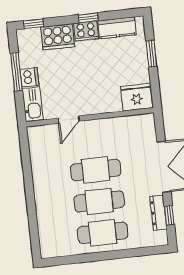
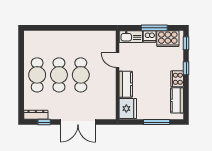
window: (88, 18) -> (186, 68), moved
cooker: (58, 37) -> (168, 39), moved, turned -90
window: (151, 54) -> (157, 122), width x1.44
kitchen counter: (102, 104) -> (126, 84), added
dresser: (158, 213) -> (36, 115), moved

